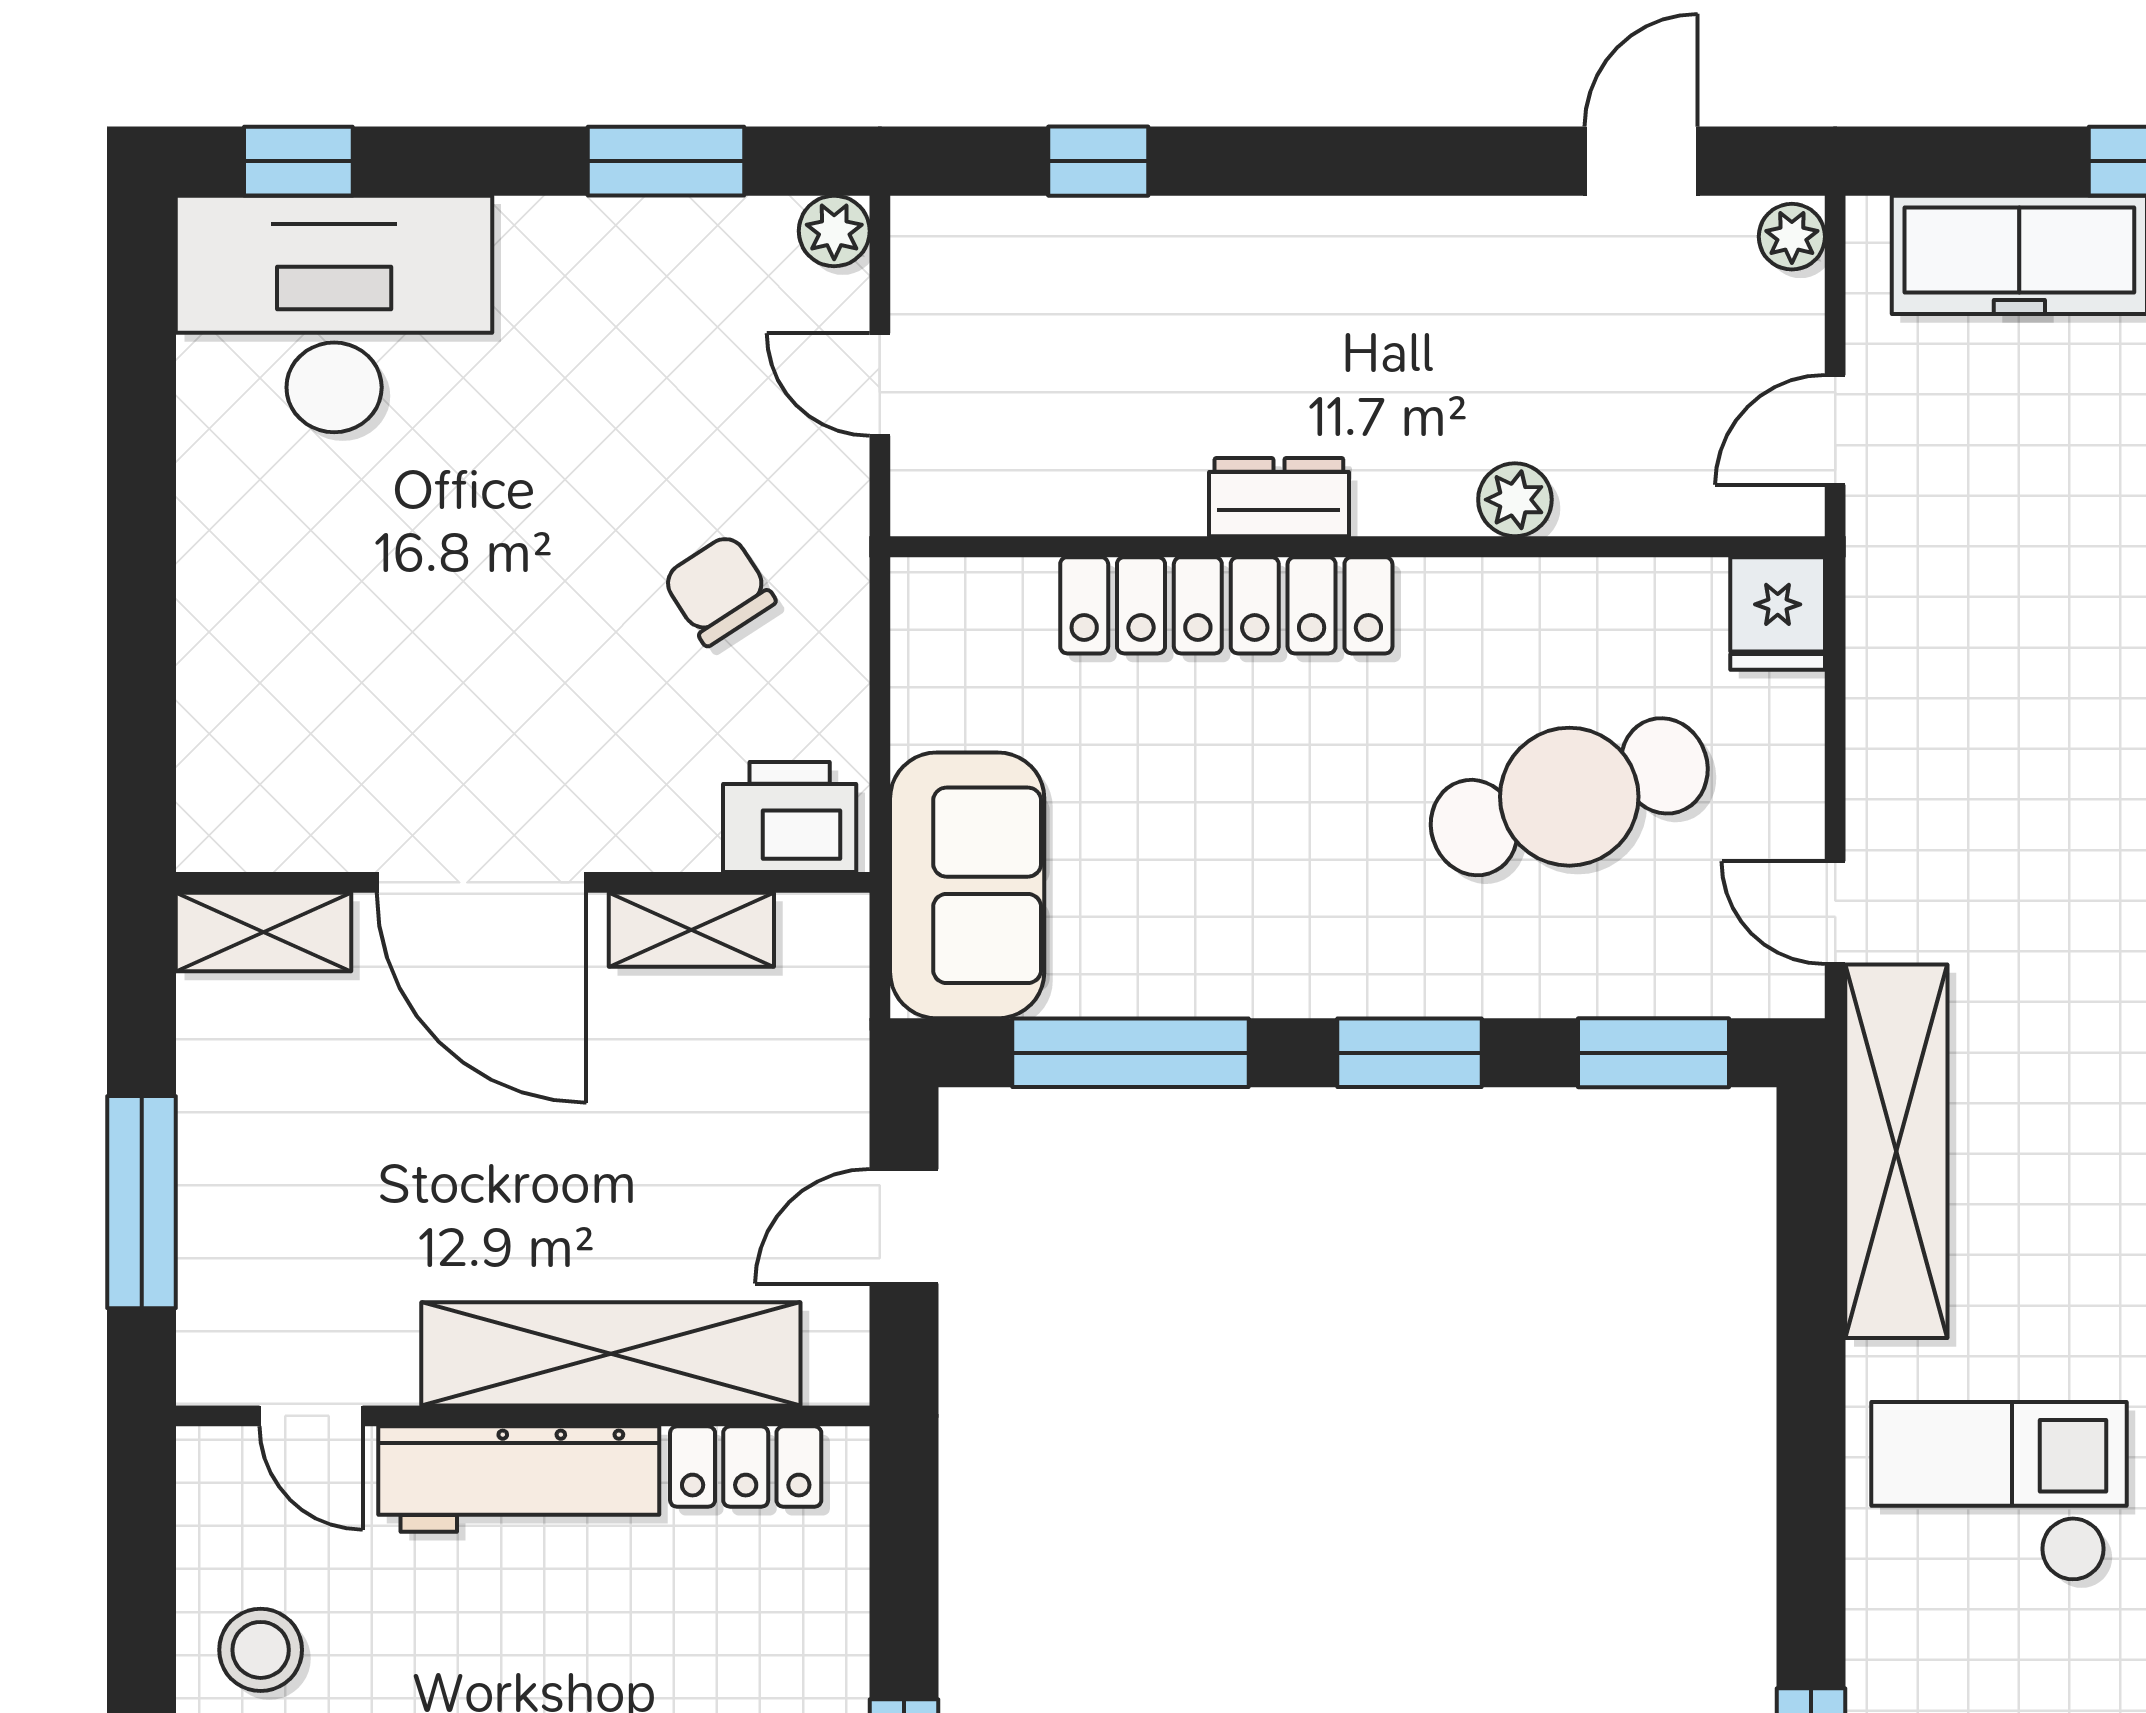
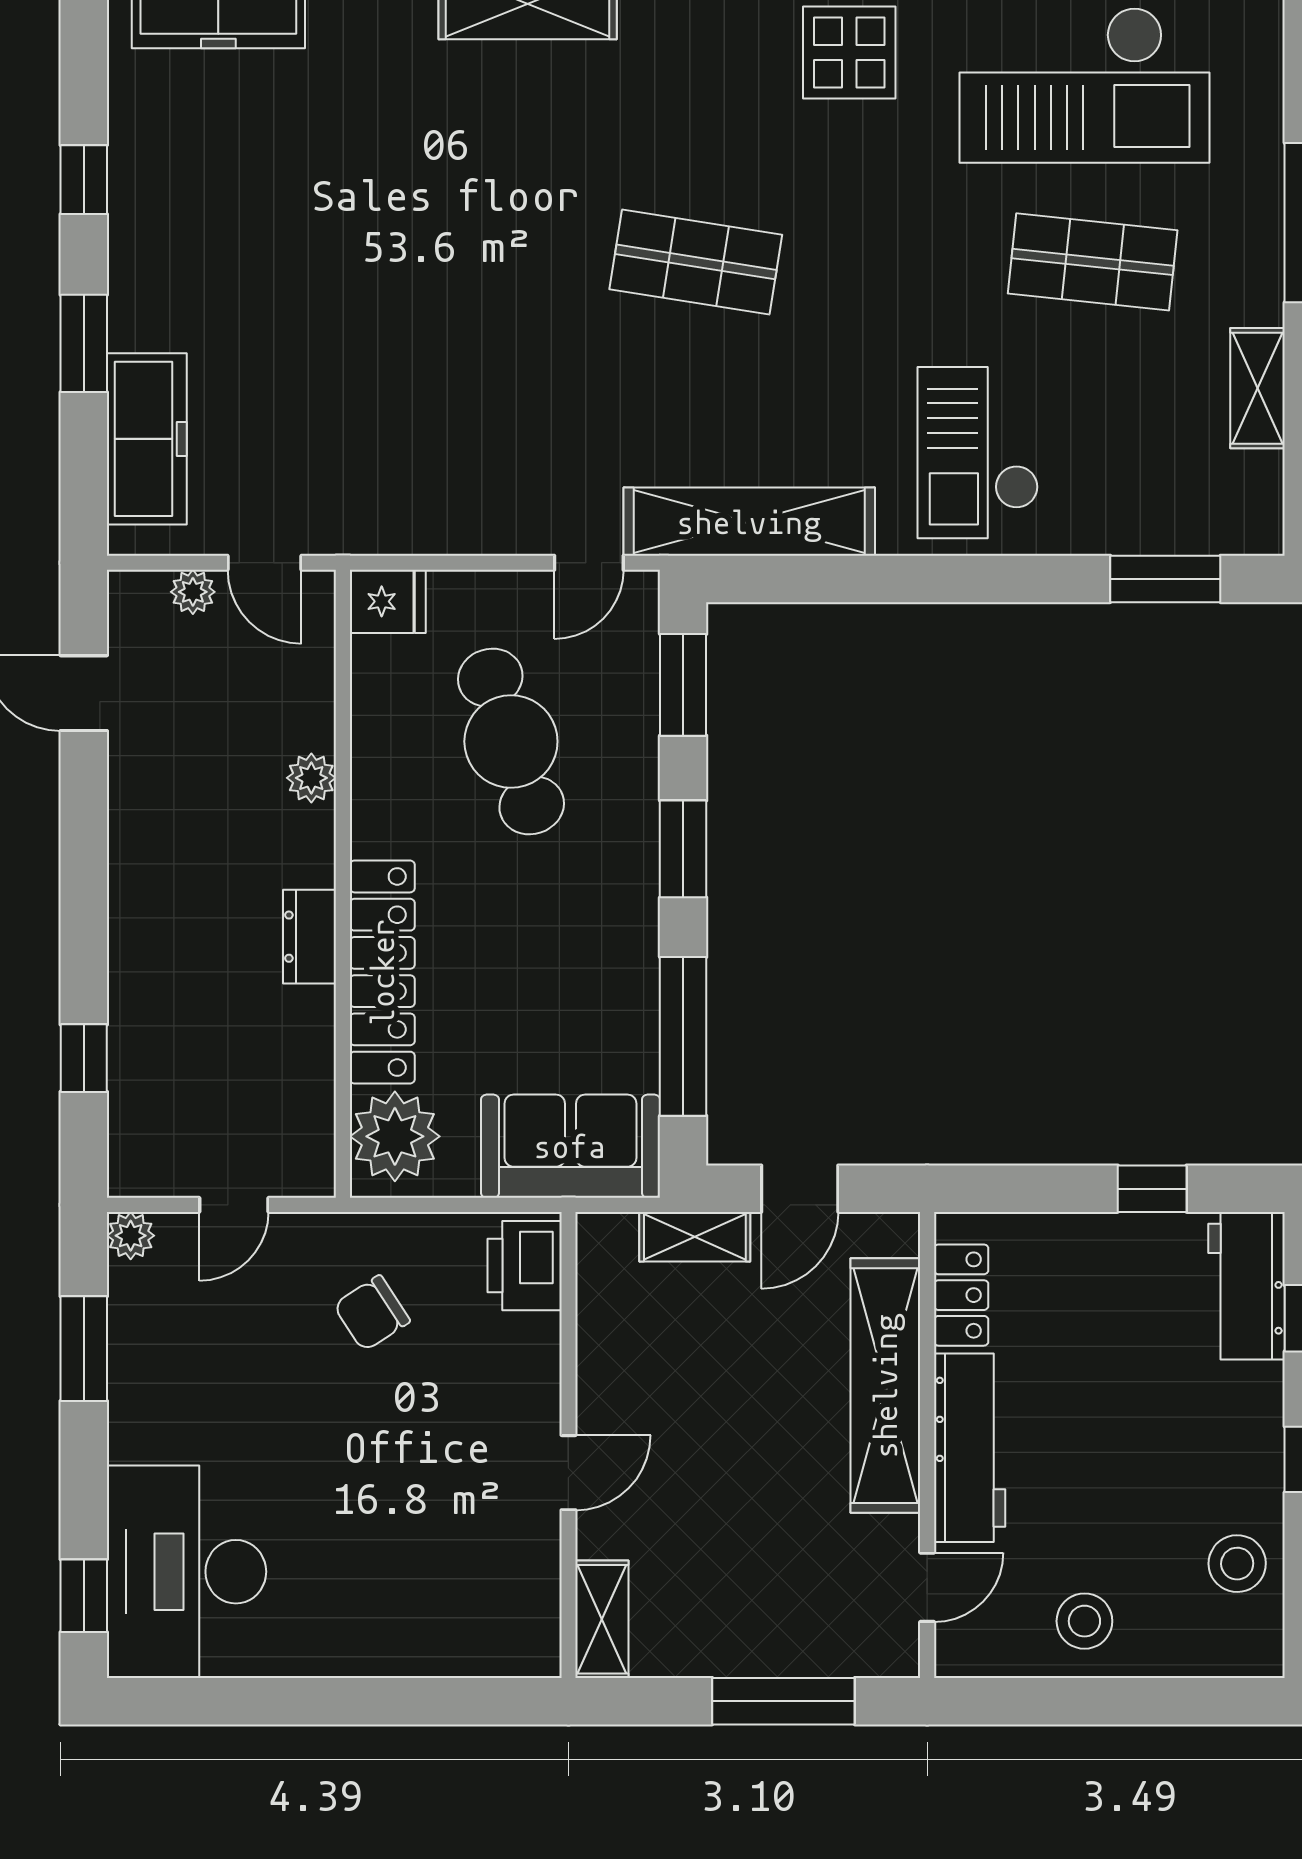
plant: (1792, 237) -> (193, 592), moved
plant: (982, 624) -> (395, 1136), added
door: (481, 882) -> (568, 1473), width x0.53
shelving: (691, 930) -> (695, 1237), moved, turned 90
door: (904, 1226) -> (800, 1189), hinge flipped

